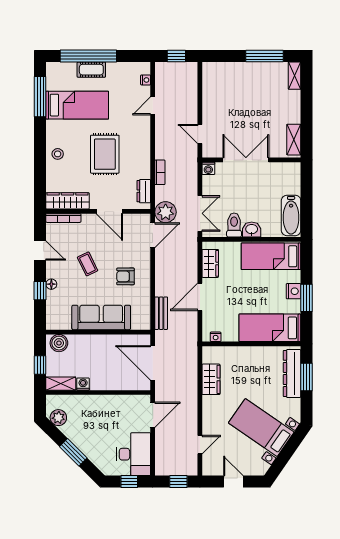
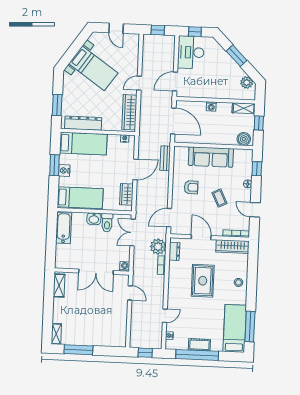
window: (88, 56) -> (197, 355), moved
cot: (91, 70) -> (199, 345), moved
bed: (77, 105) -> (235, 328), moved, turned 90
plant: (166, 212) -> (158, 247), moved
window: (40, 291) -> (257, 169), moved
dresser: (292, 373) -> (83, 123), moved, turned -90
wardrobe: (211, 379) -> (129, 112), width x1.50
washing machine: (83, 384) -> (211, 106), moved
door: (200, 445) -> (139, 83), moved

